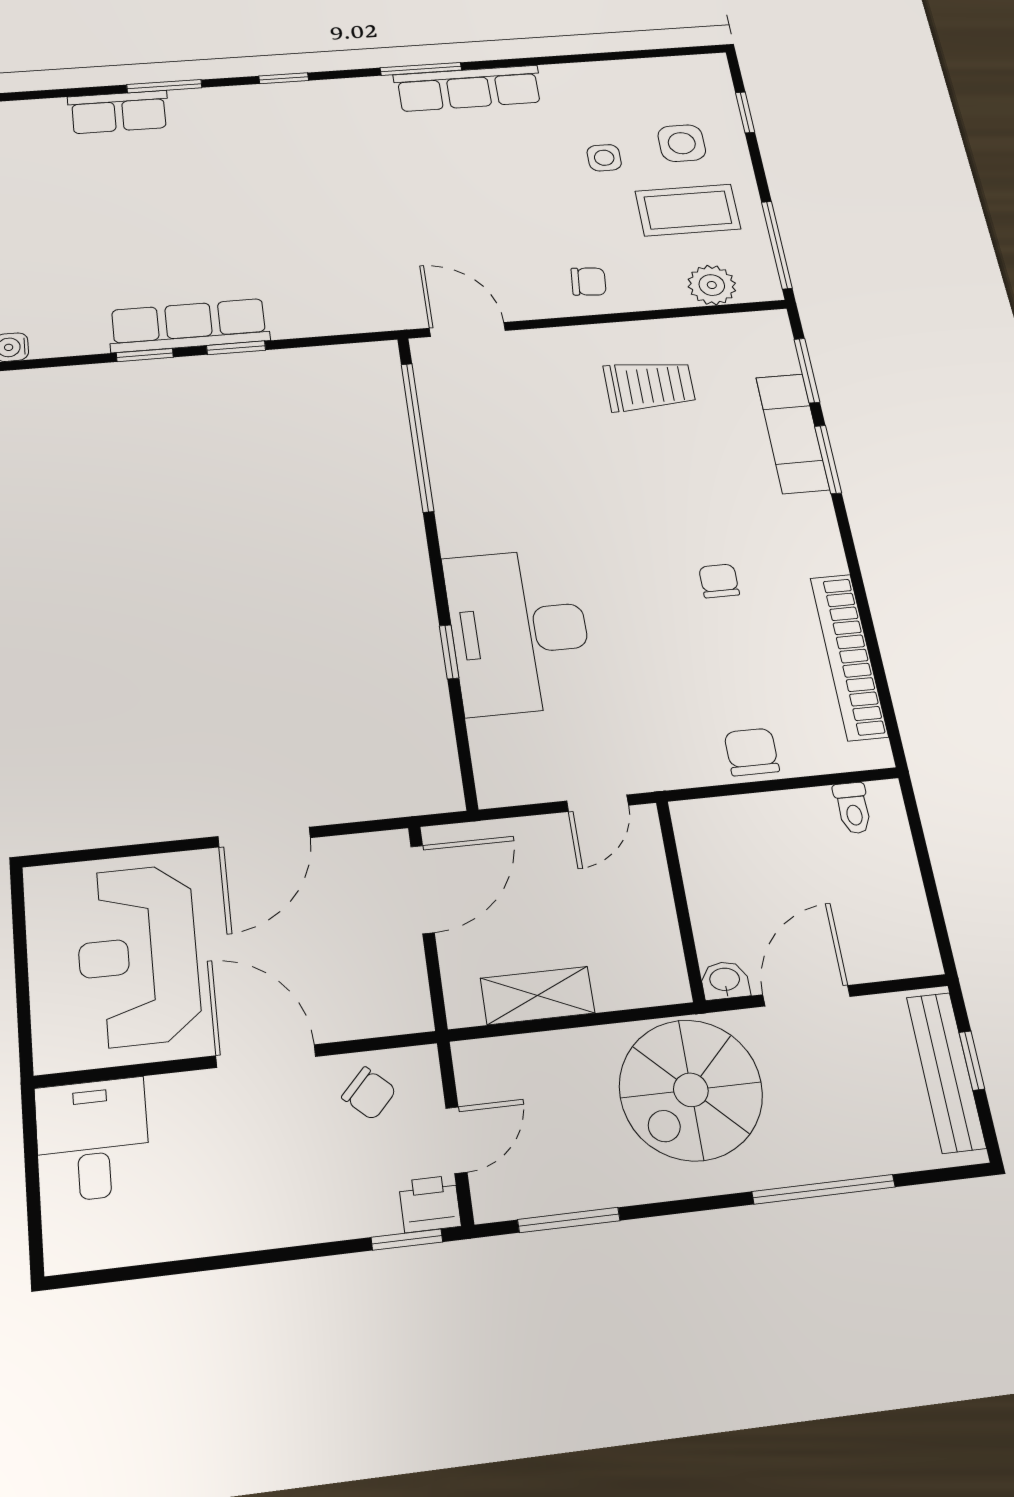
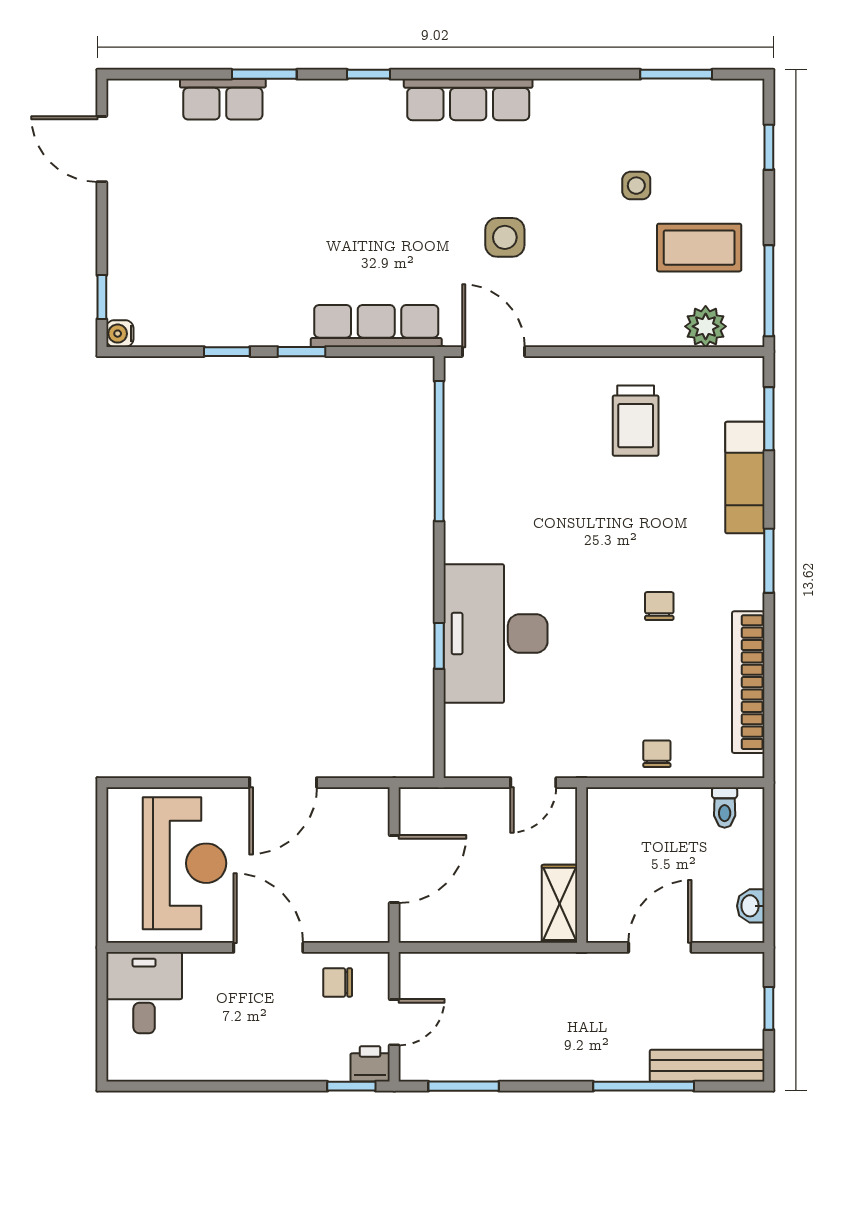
window: (421, 69) -> (676, 74), moved
row of seats: (468, 88) -> (468, 99), moved
side table: (682, 143) -> (505, 237), moved
chair: (589, 282) -> (602, 313), removed
row of seats: (189, 325) -> (376, 326), moved
trolley: (650, 386) -> (636, 421), turned 90
window: (828, 459) -> (769, 561), moved
chair: (752, 752) -> (657, 754), width x0.73, depth x0.73
door: (423, 889) -> (394, 869), moved
reception desk: (138, 955) -> (185, 863), turned 180
washbasin: (725, 980) -> (751, 906), moved, turned -90
shelving: (538, 996) -> (559, 904), moved, turned 90
bench: (946, 1072) -> (707, 1066), moved, turned 90
spiral stairs: (691, 1090) -> (564, 1006), removed
chair: (369, 1093) -> (338, 982), turned 137

